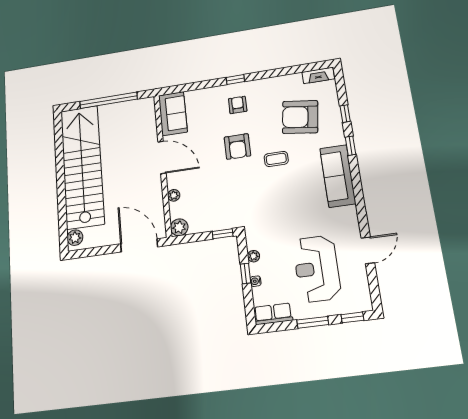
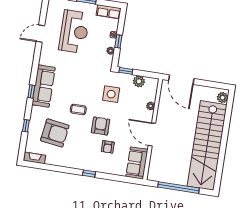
armchair: (238, 105) -> (108, 147), moved
window: (350, 146) -> (31, 92), moved
side table: (235, 194) -> (111, 94), added
plant: (179, 227) -> (139, 81), moved

